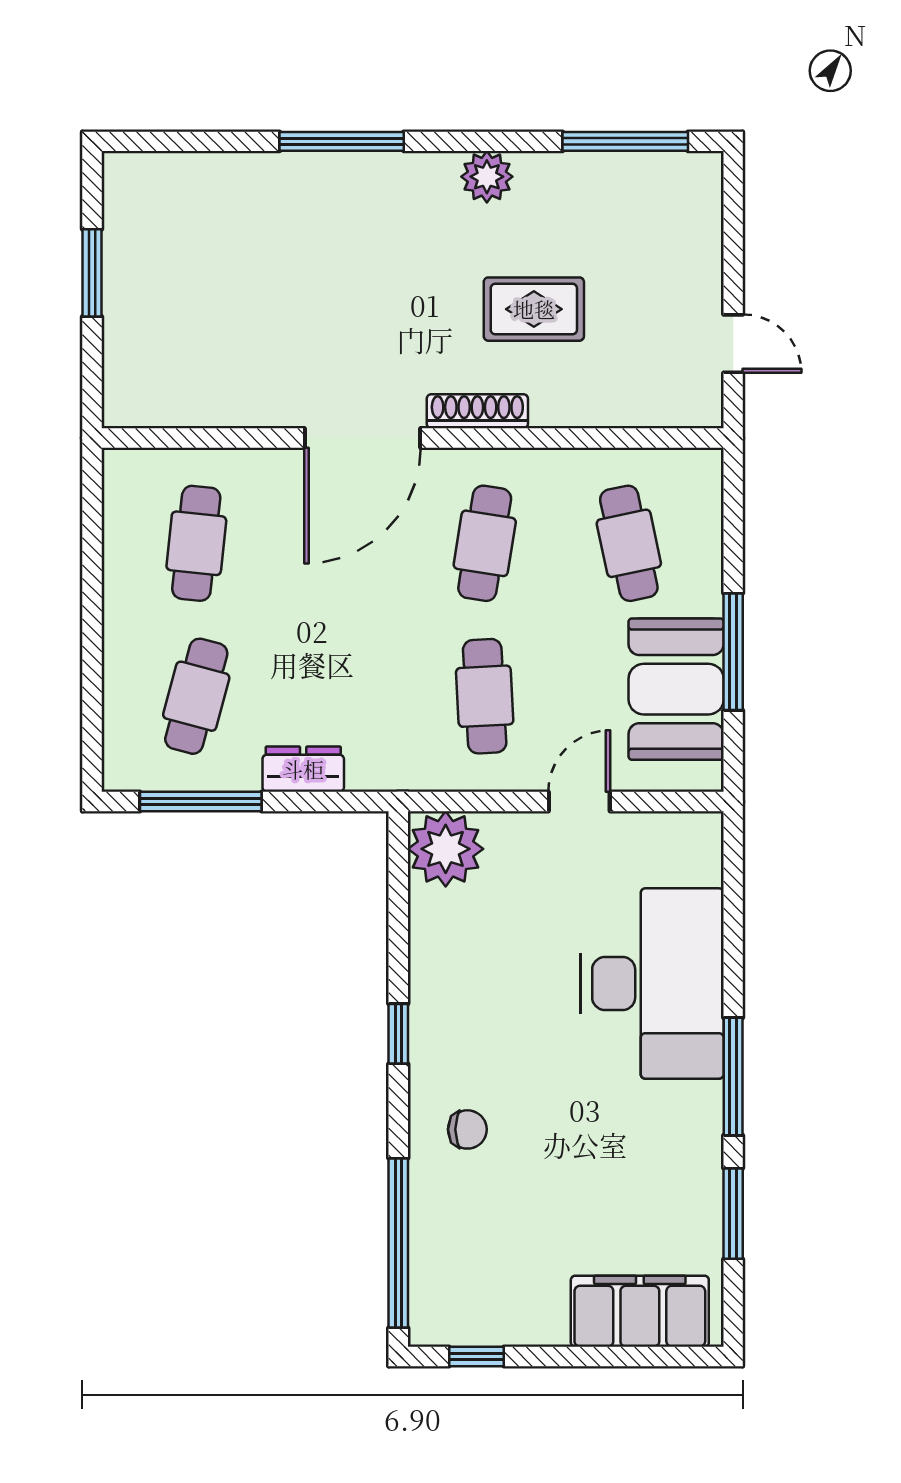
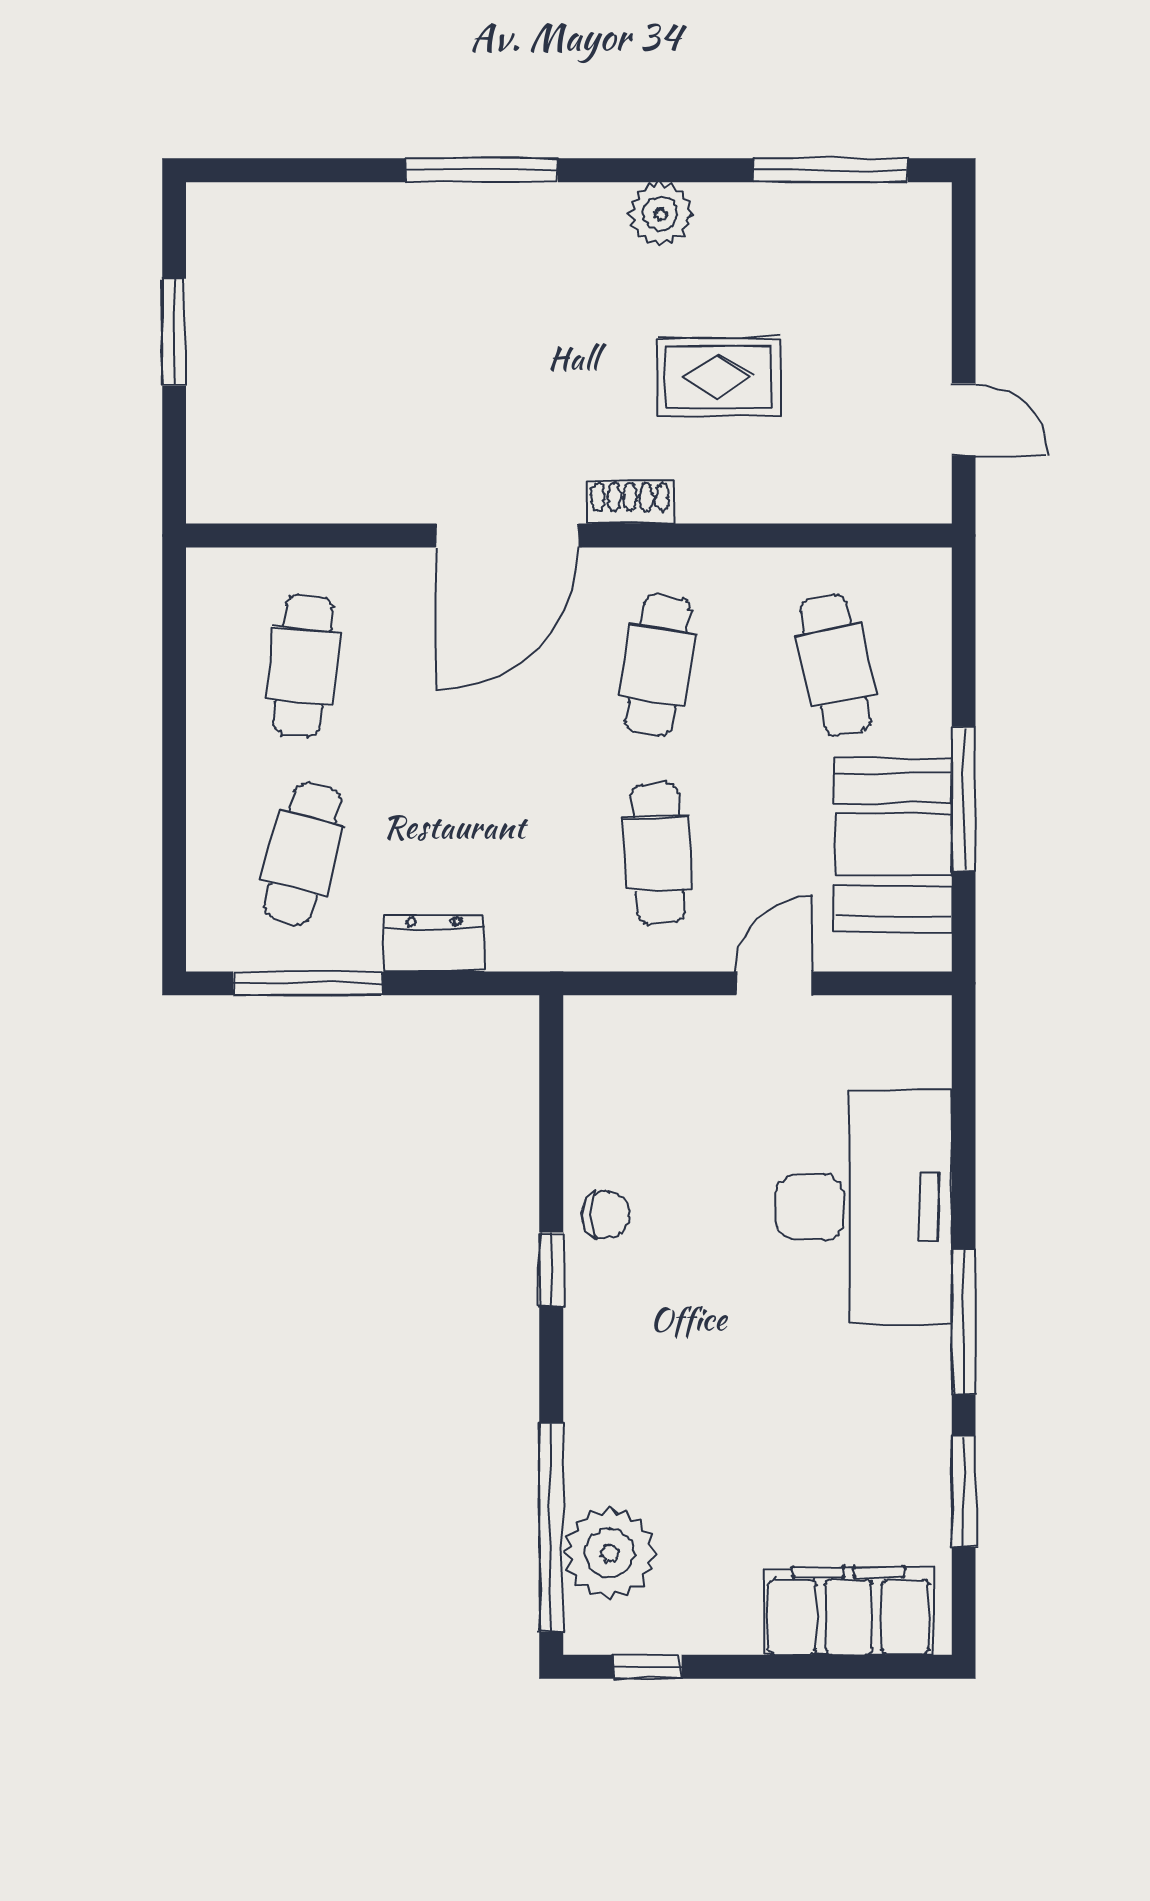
shoe rack: (477, 411) -> (630, 503), width x0.70
plant: (446, 849) -> (609, 1553), moved
chair: (467, 1129) -> (605, 1215), moved

